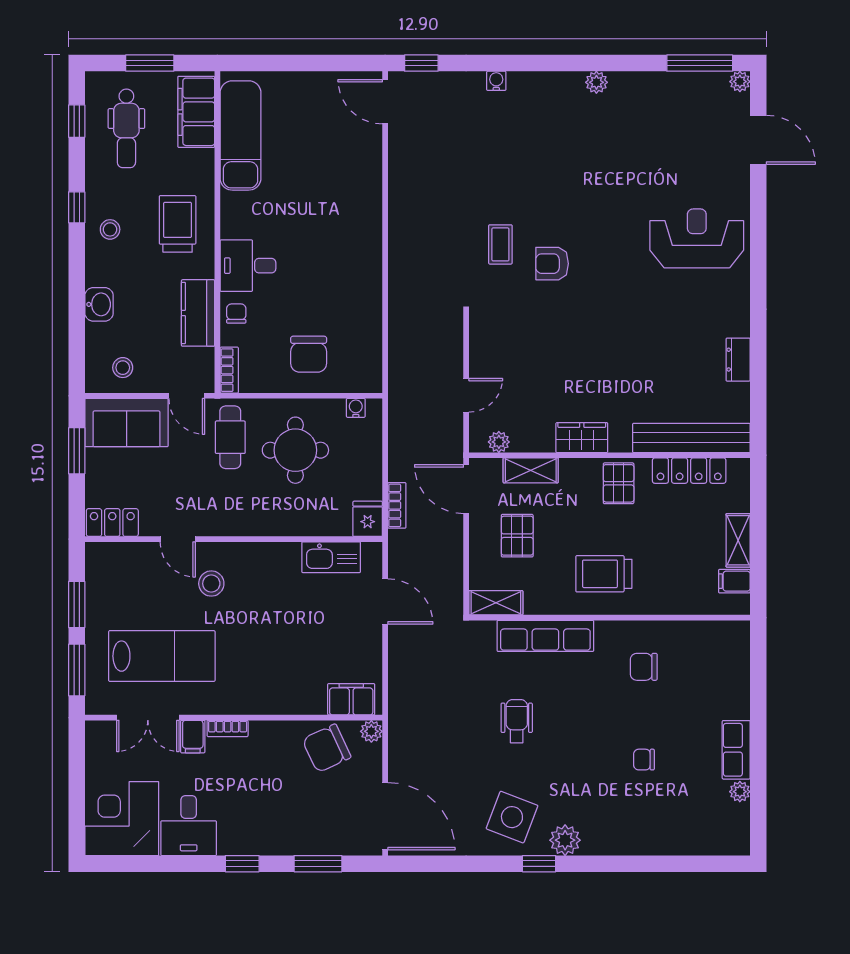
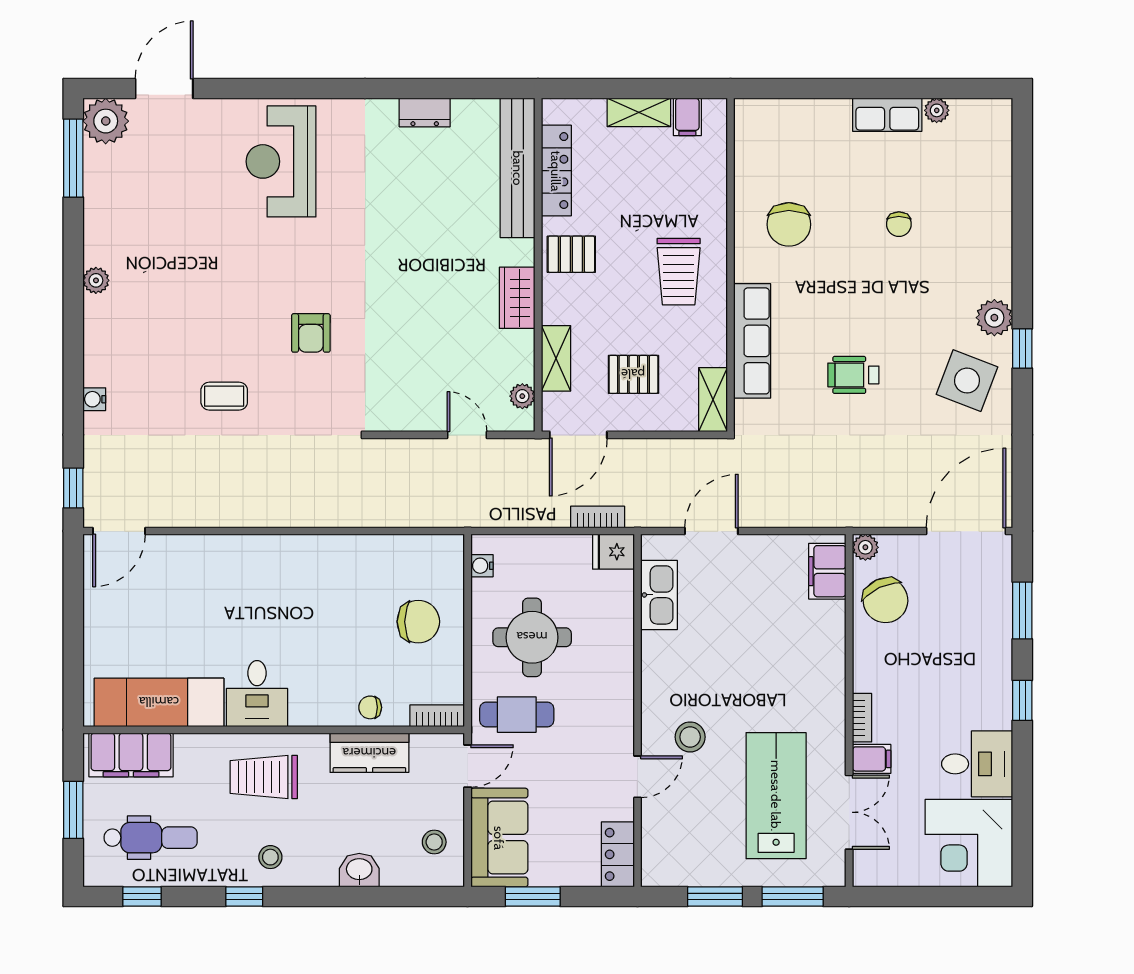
plant: (740, 82) -> (106, 121), width x1.88, depth x1.88
coffee table: (500, 244) -> (224, 396), moved
desk: (248, 266) -> (257, 694), moved
chair: (644, 667) -> (789, 224), width x1.37, depth x1.37

